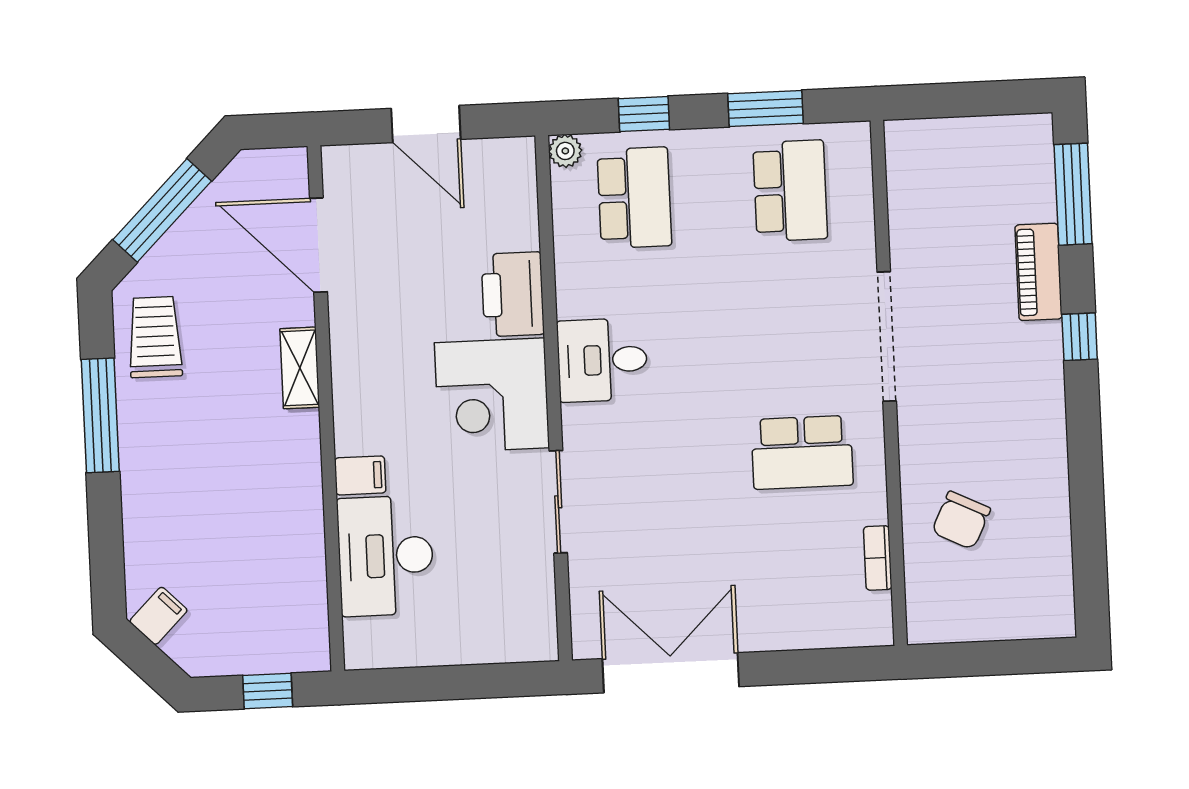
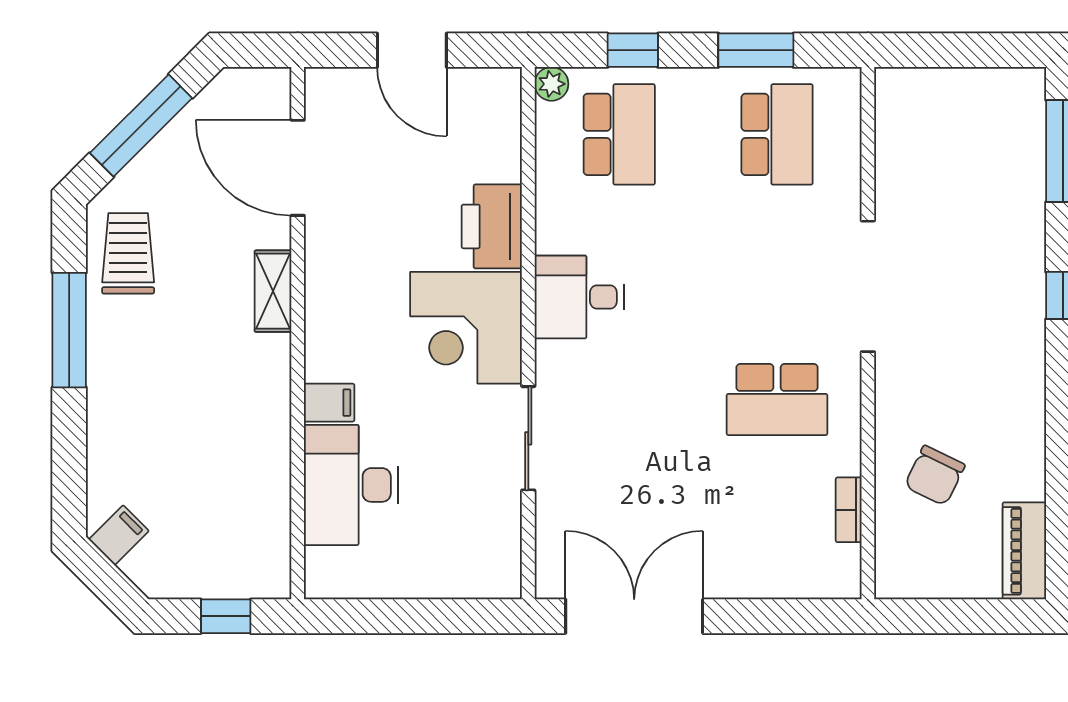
piano: (1039, 272) -> (1024, 551), moved

